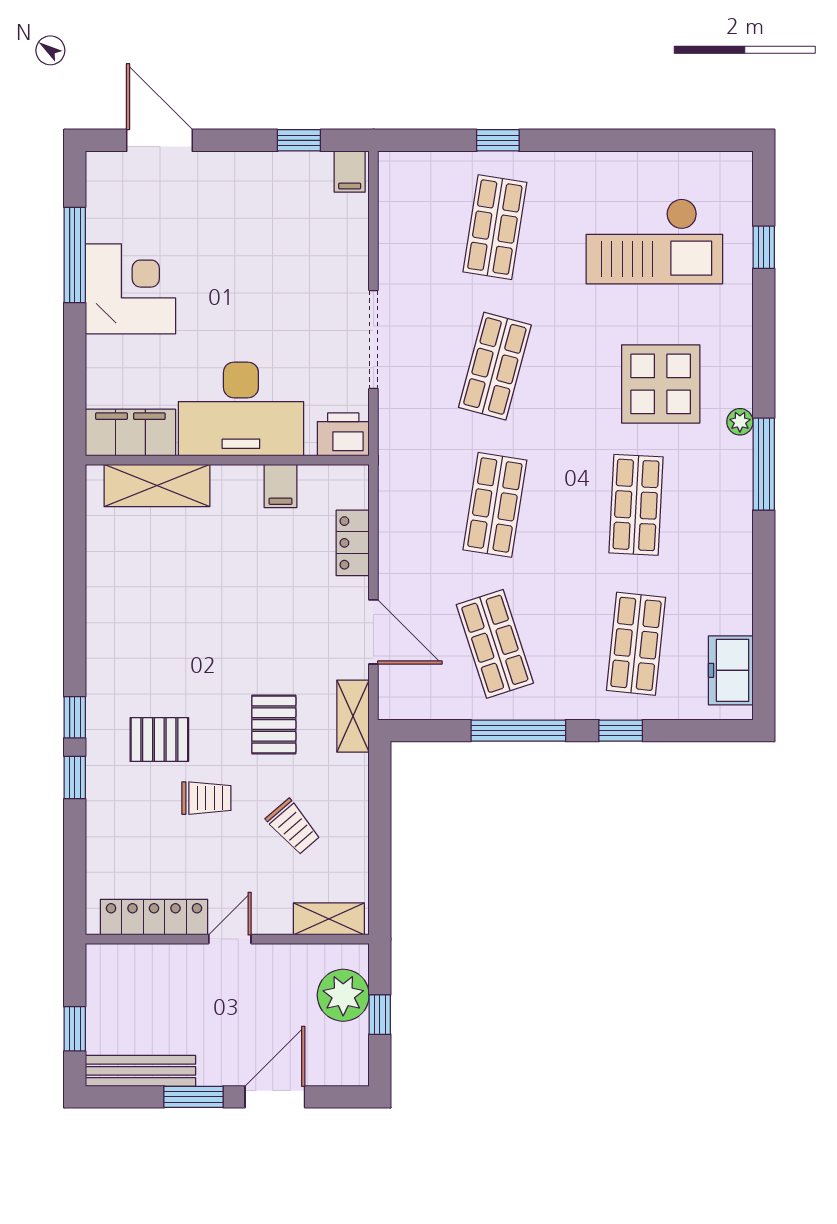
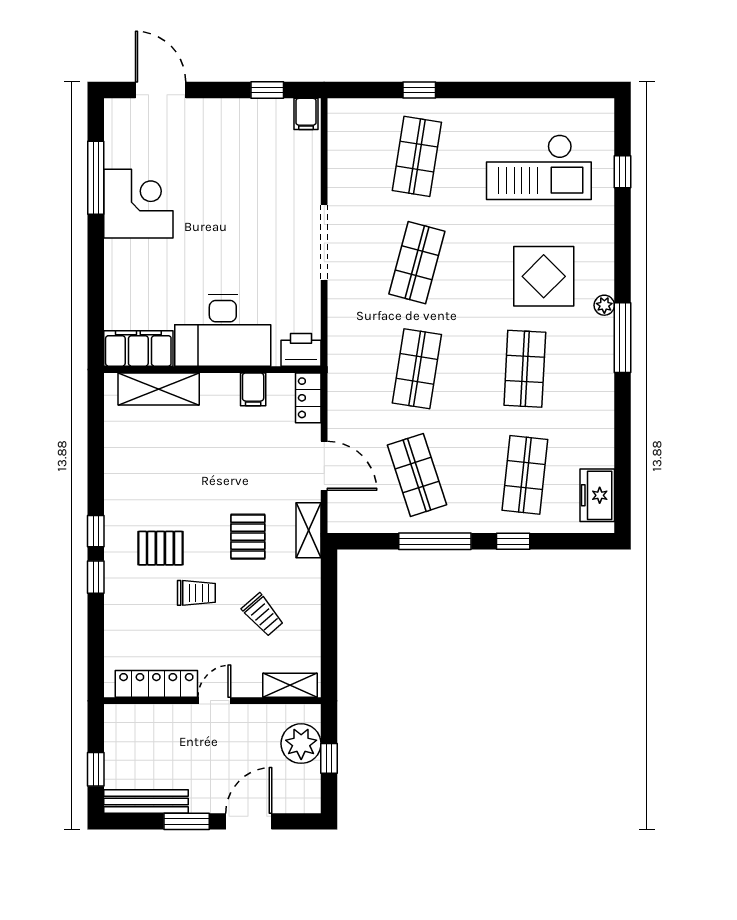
desk: (241, 409) -> (223, 330), moved
filing cabinet: (130, 433) -> (138, 348), moved
printer: (343, 434) -> (301, 350), moved
wall: (227, 460) -> (212, 370), moved
shelving: (157, 485) -> (159, 389), moved
filing cabinet: (281, 486) -> (253, 389), moved

